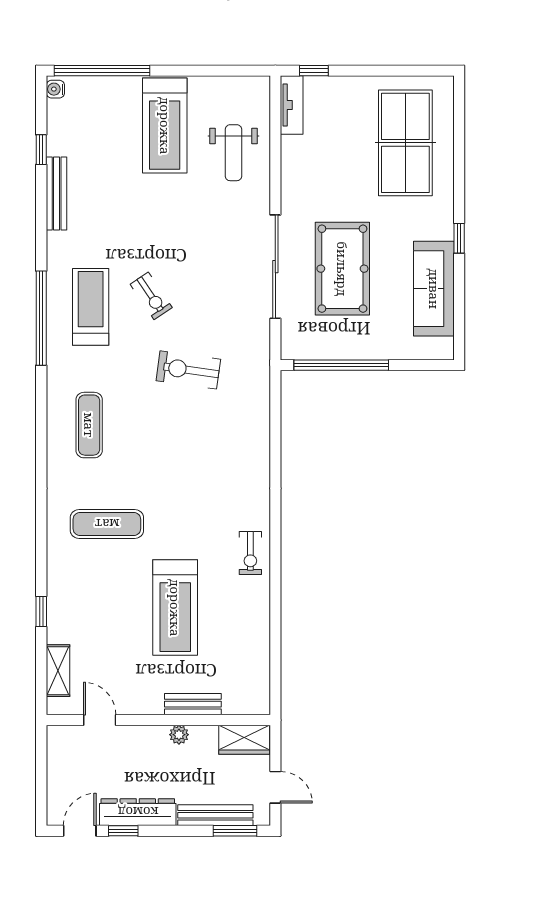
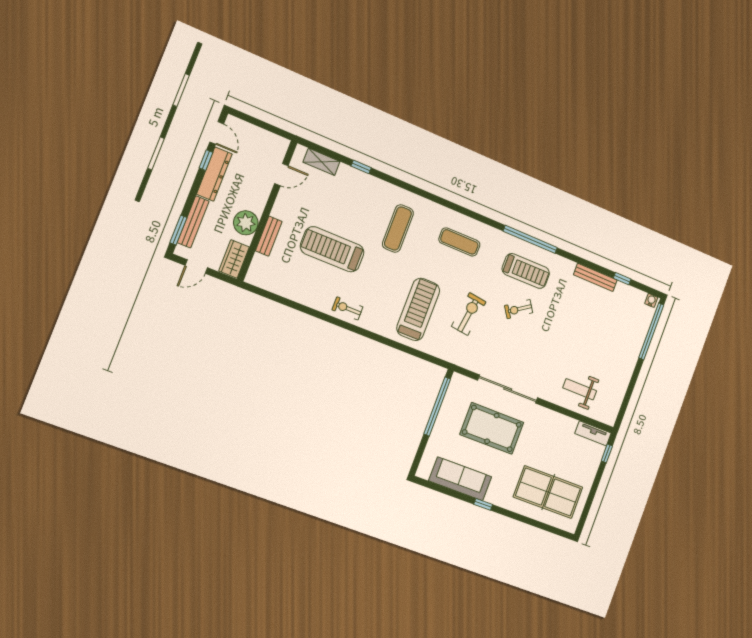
treadmill: (165, 126) -> (418, 309), moved, turned 90
plant: (179, 735) -> (246, 223), width x1.88, depth x1.88

